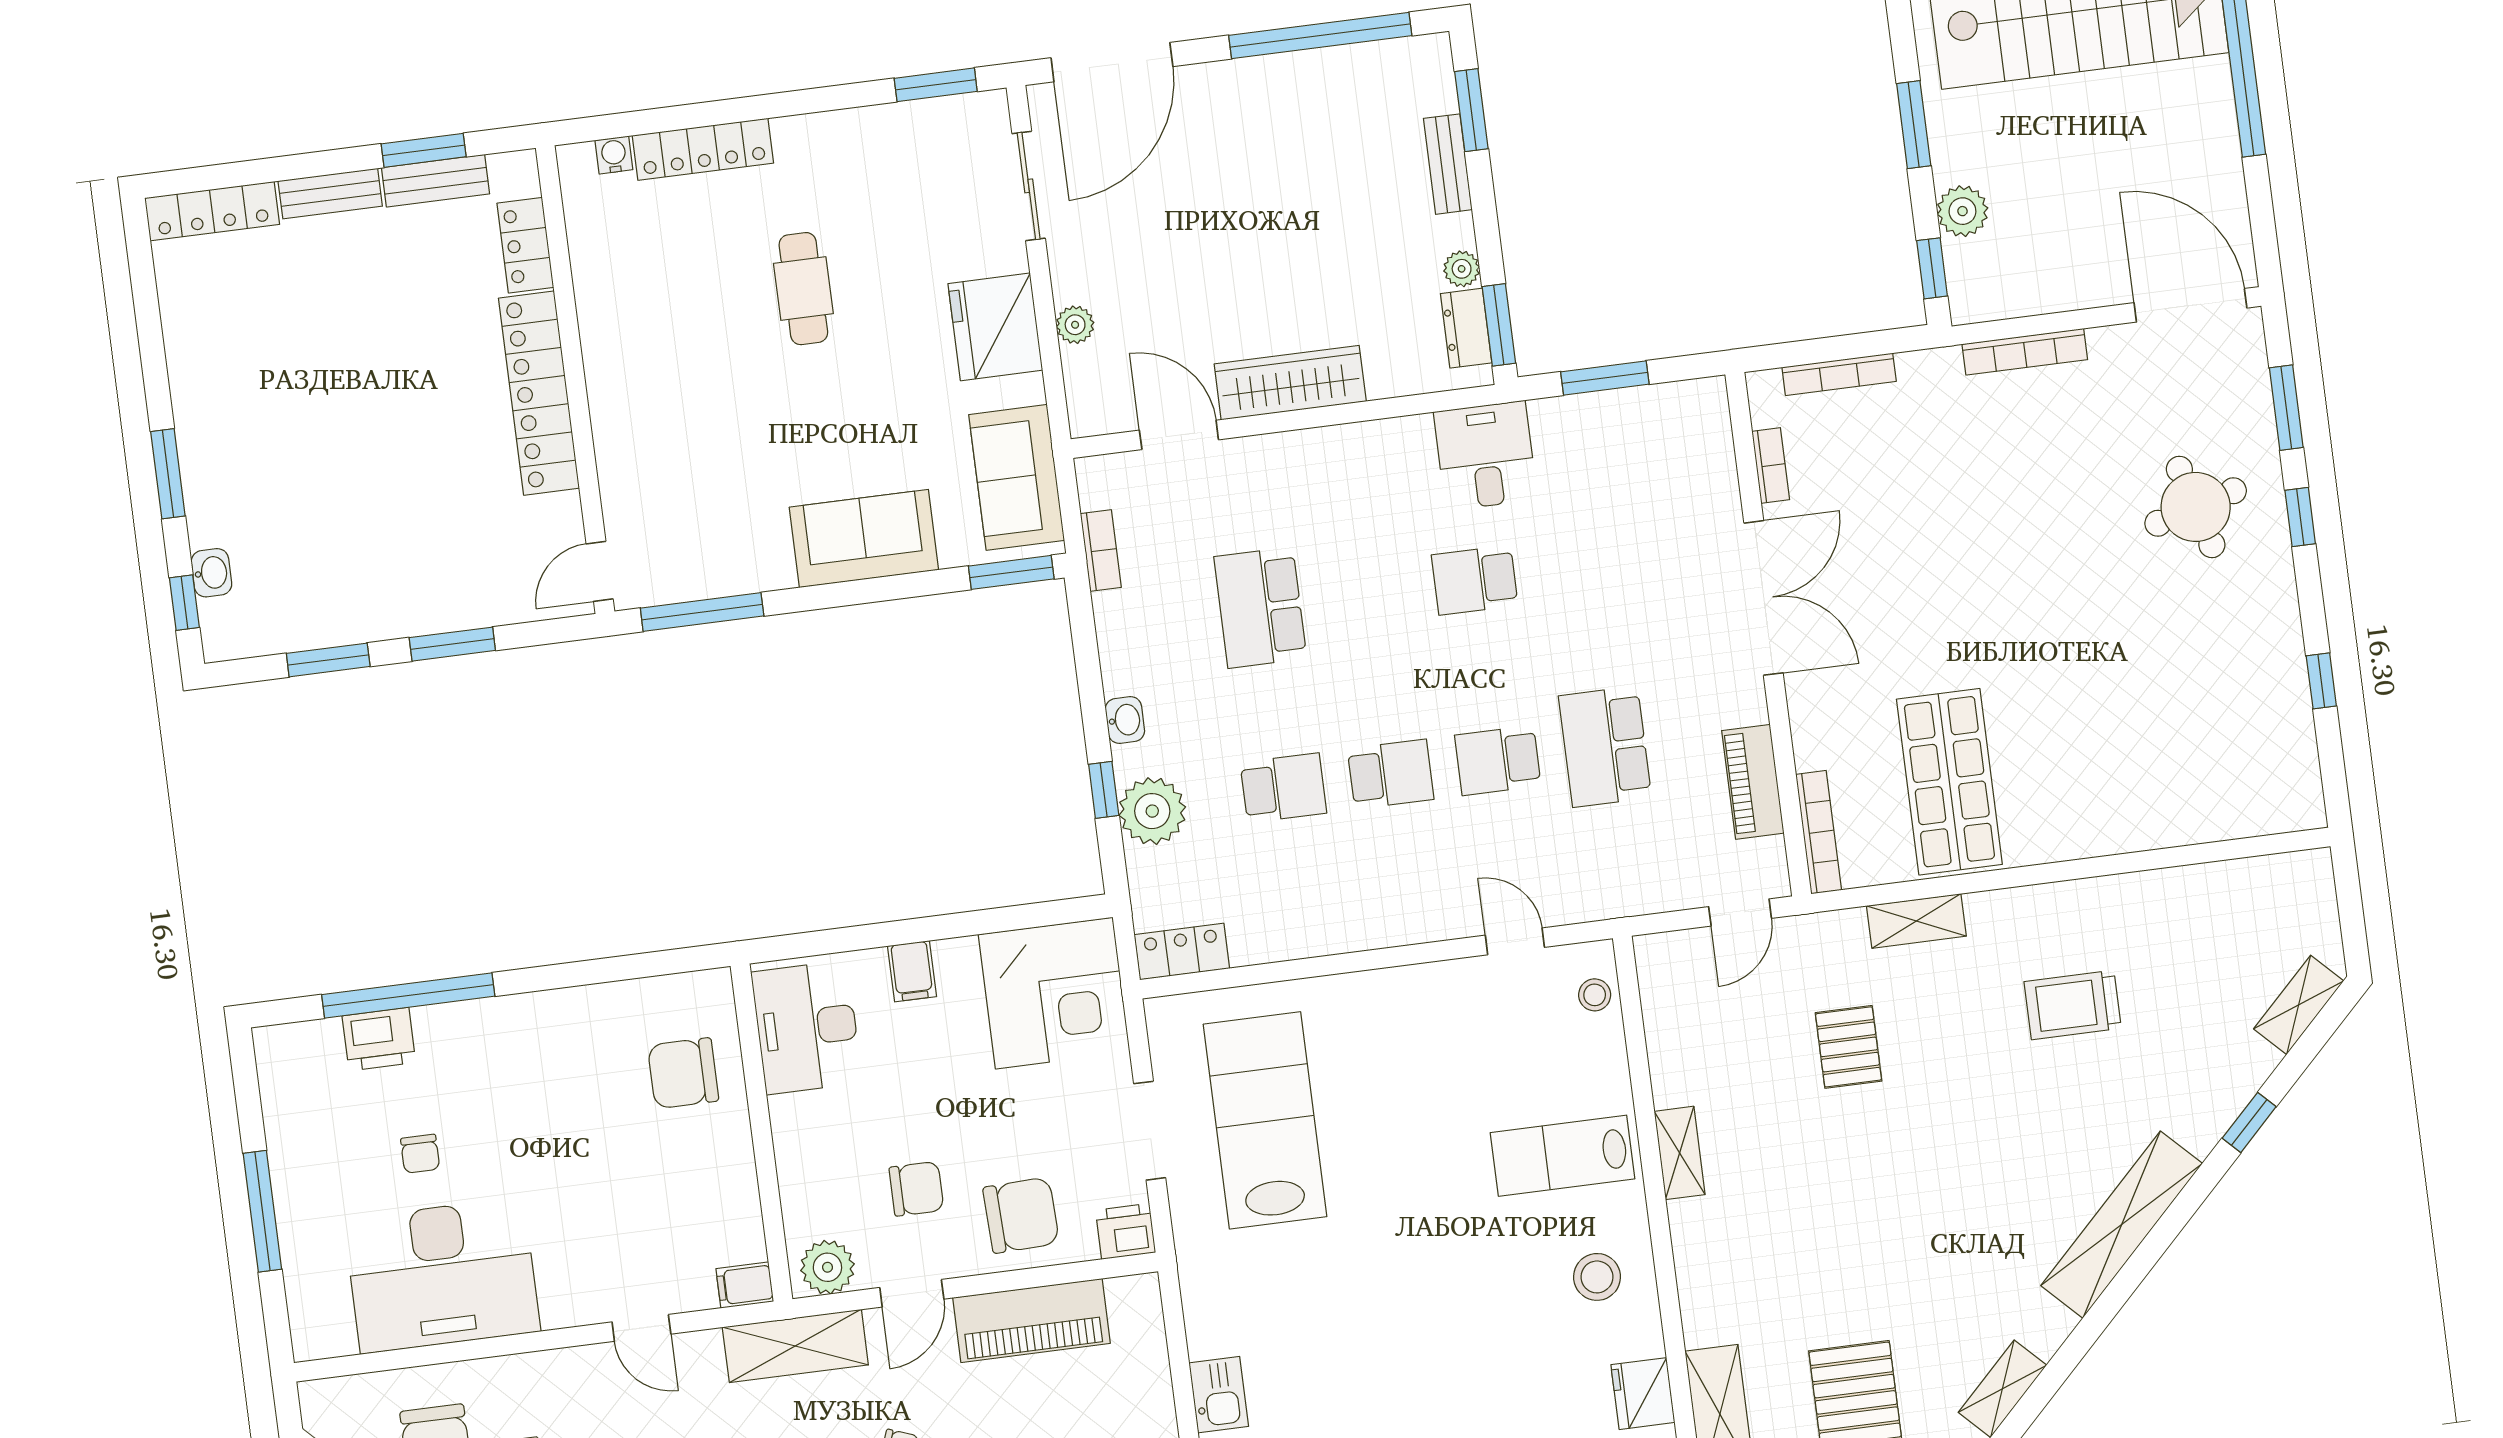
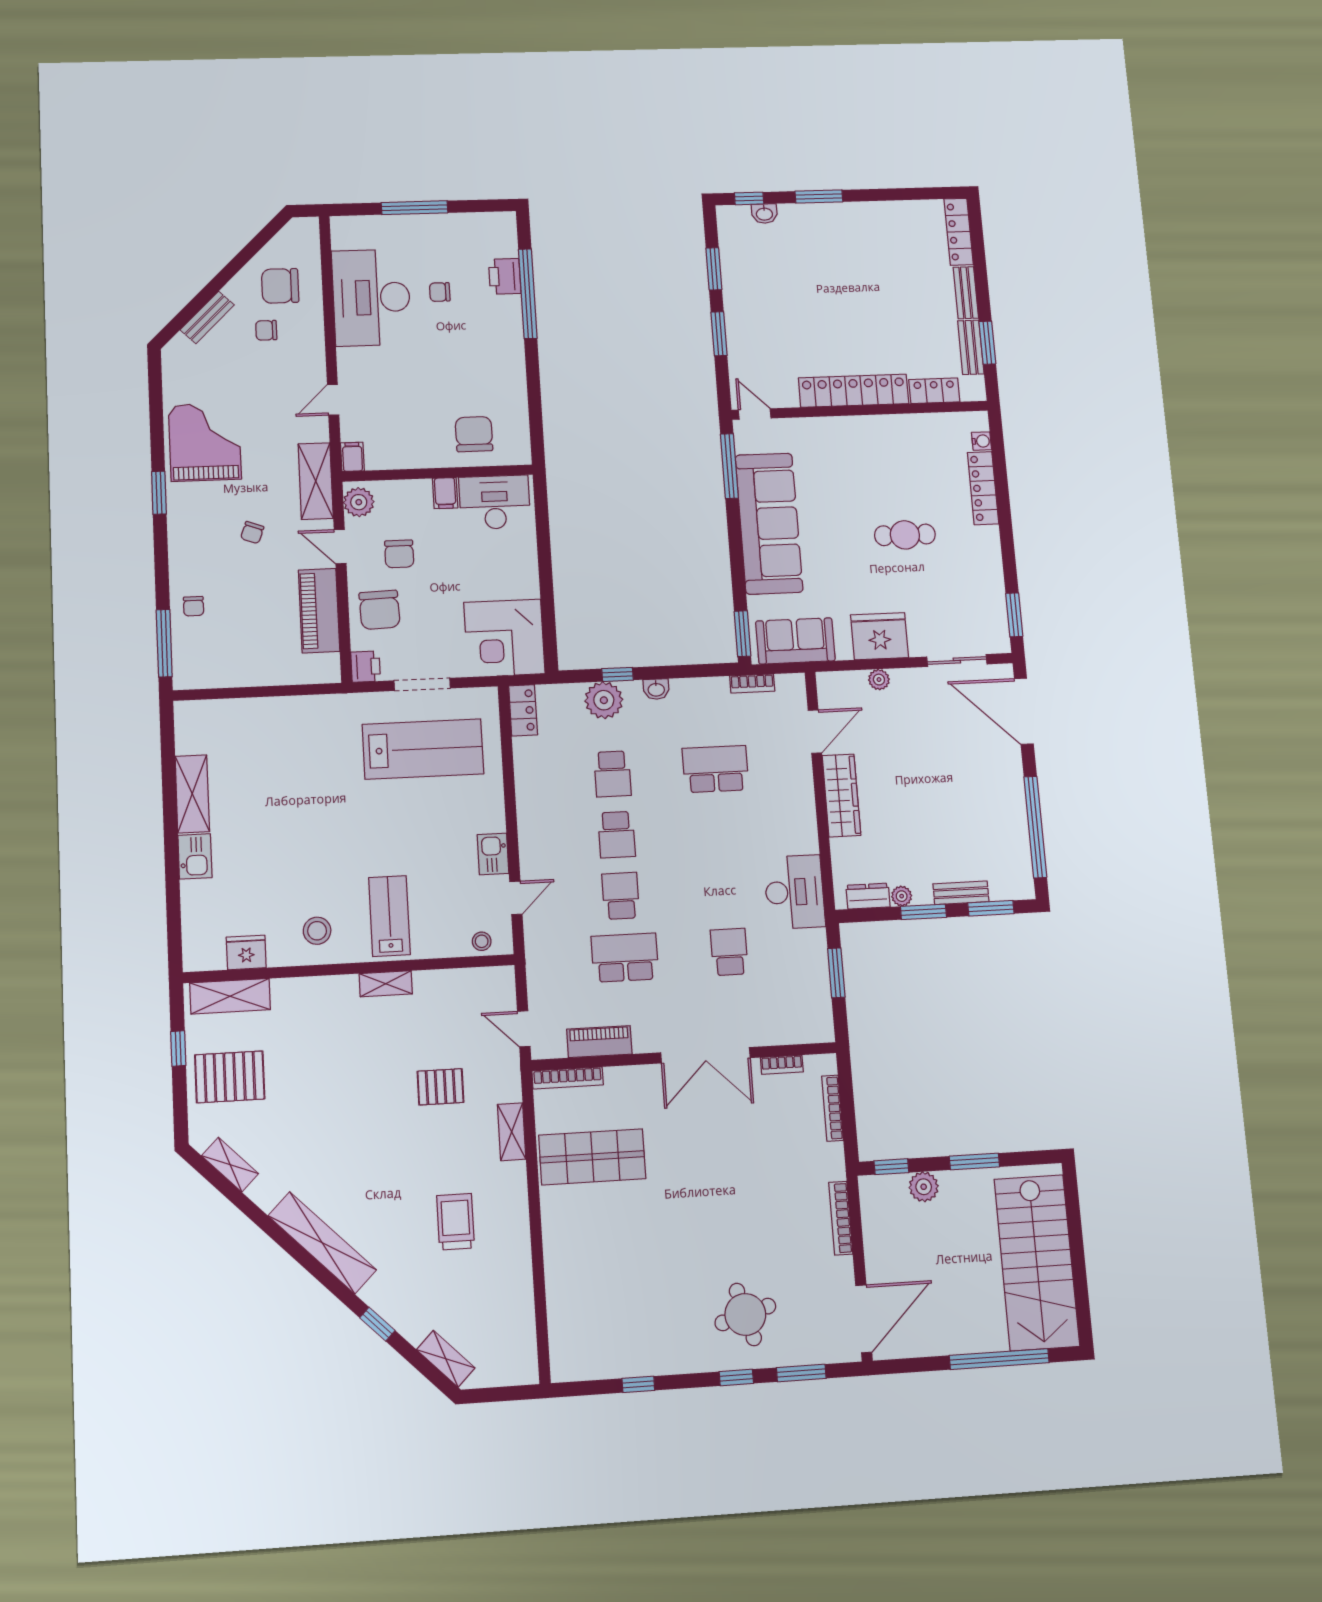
window: (1499, 325) -> (923, 912), moved
desk: (1486, 456) -> (794, 892), width x1.37
sofa: (864, 539) -> (769, 523), width x1.85, depth x1.27
school desk: (1475, 580) -> (729, 952), moved
filing cabinet: (912, 971) -> (445, 493), moved, turned -90
kitchen sink: (1219, 1395) -> (493, 854), moved, turned 90

